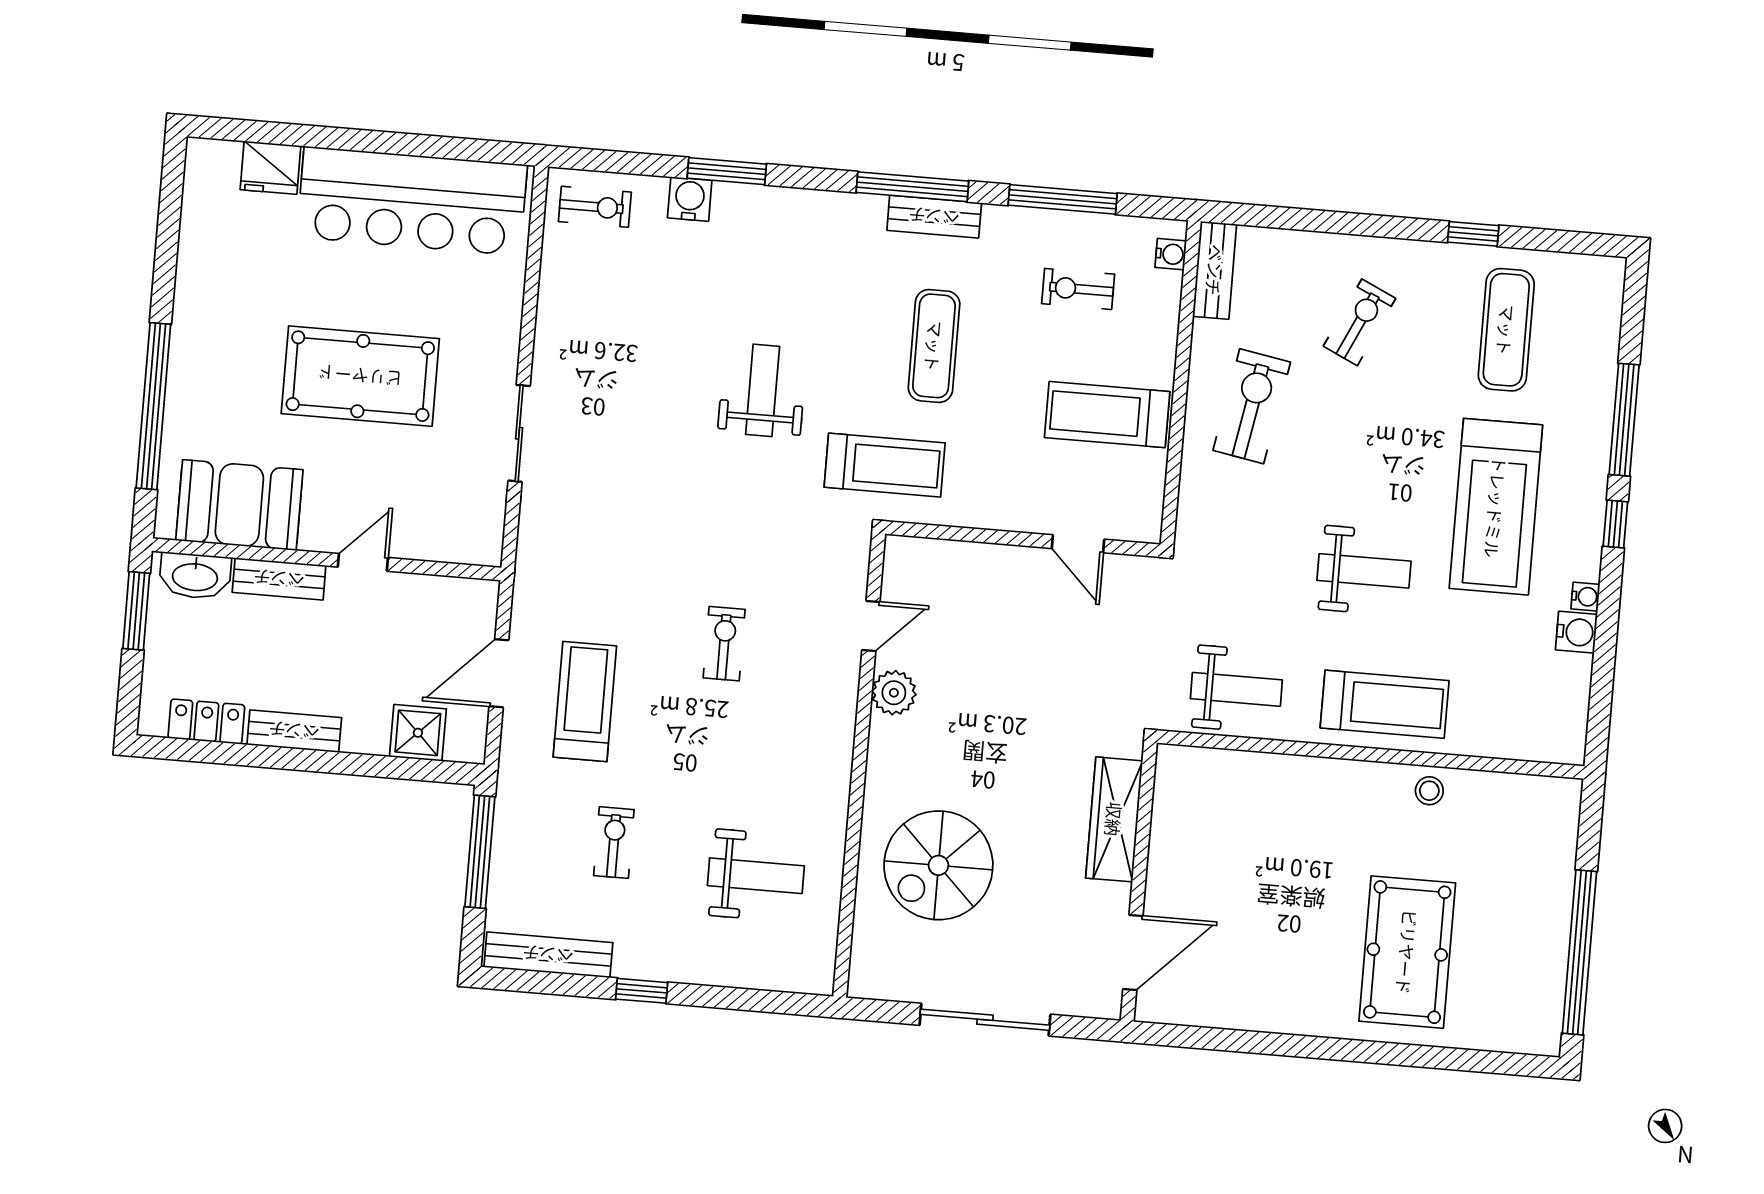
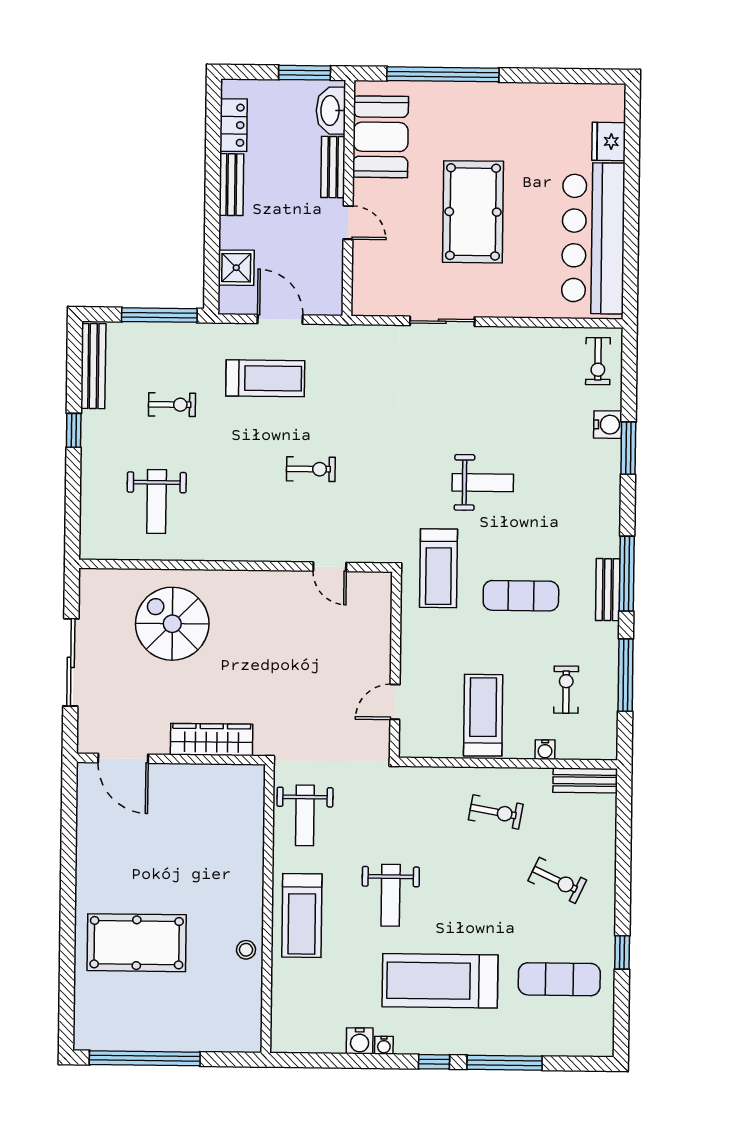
water cooler: (1171, 254) -> (545, 750), moved
exercise bike: (1252, 406) -> (496, 812), width x0.73, depth x0.72
plant: (894, 693) -> (286, 585), removed

